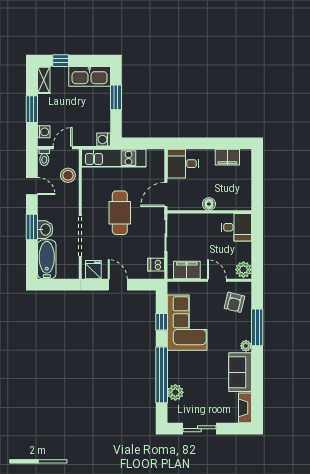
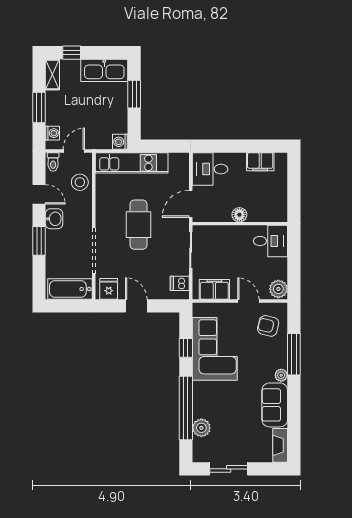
washbasin: (45, 230) -> (54, 219), moved
bathtub: (47, 259) -> (70, 289), moved, turned -90
armchair: (234, 302) -> (268, 326), turned 90

